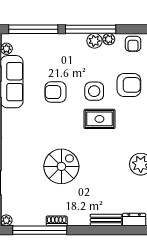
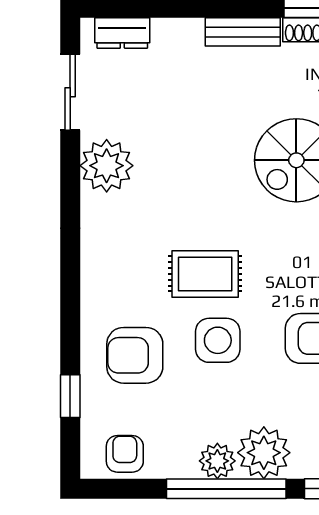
plant: (109, 39) -> (264, 453), moved, width x1.88, depth x1.88
bench: (106, 220) -> (243, 32), moved

